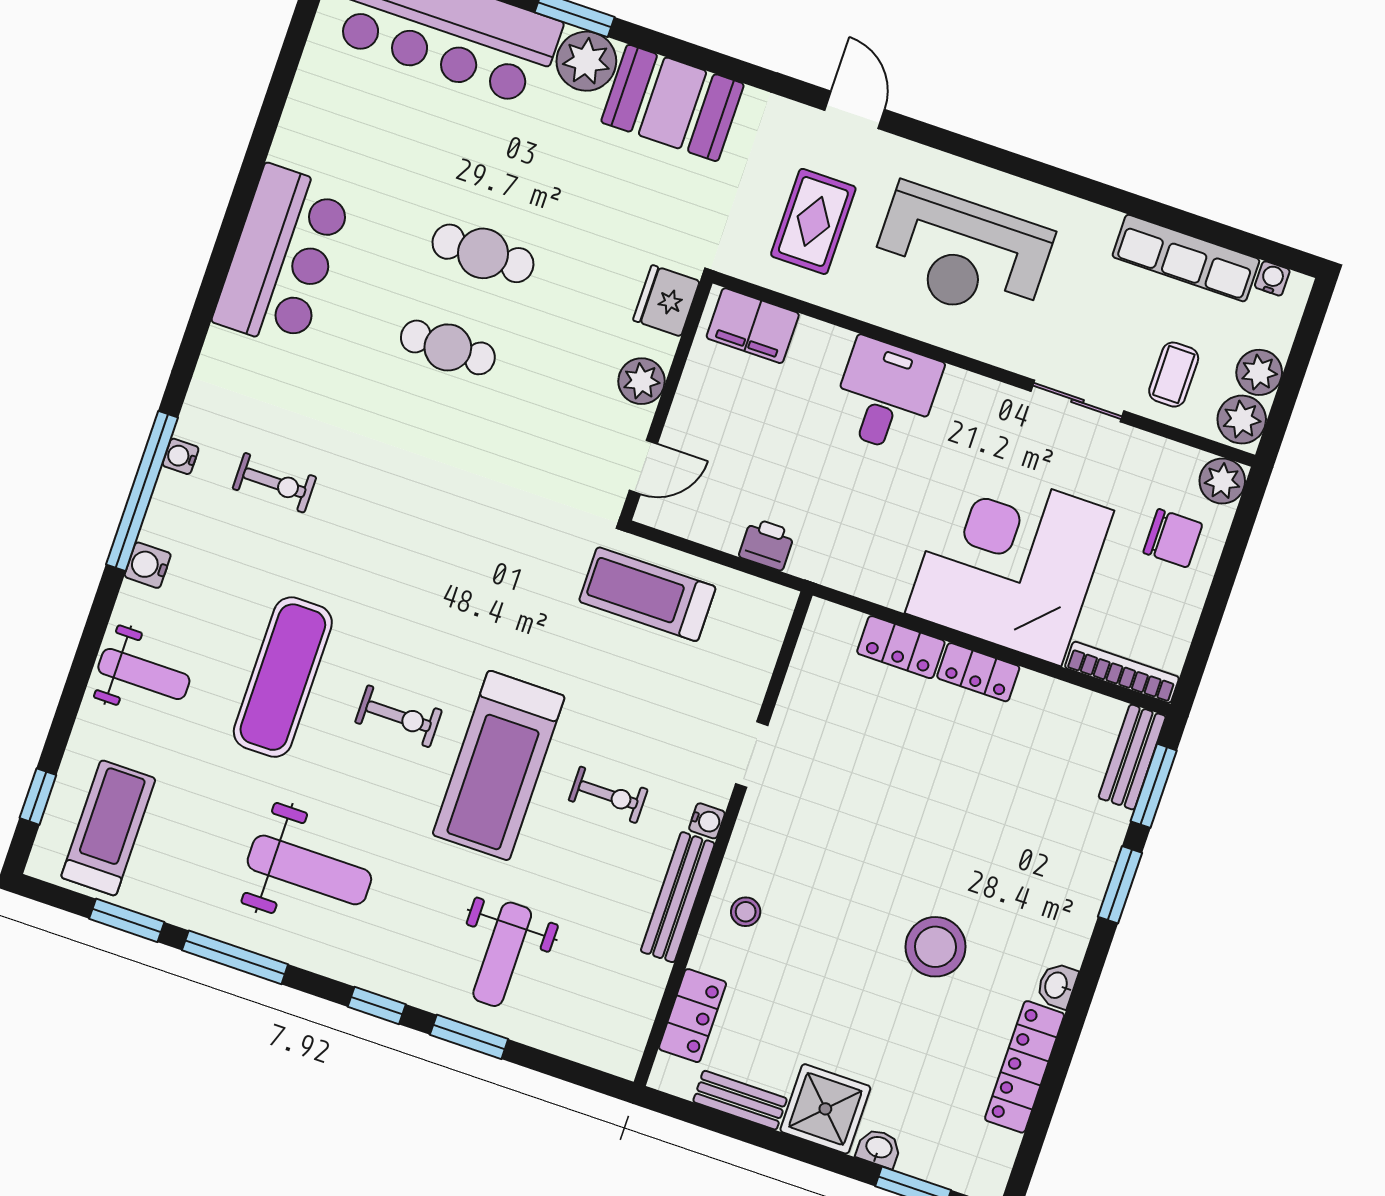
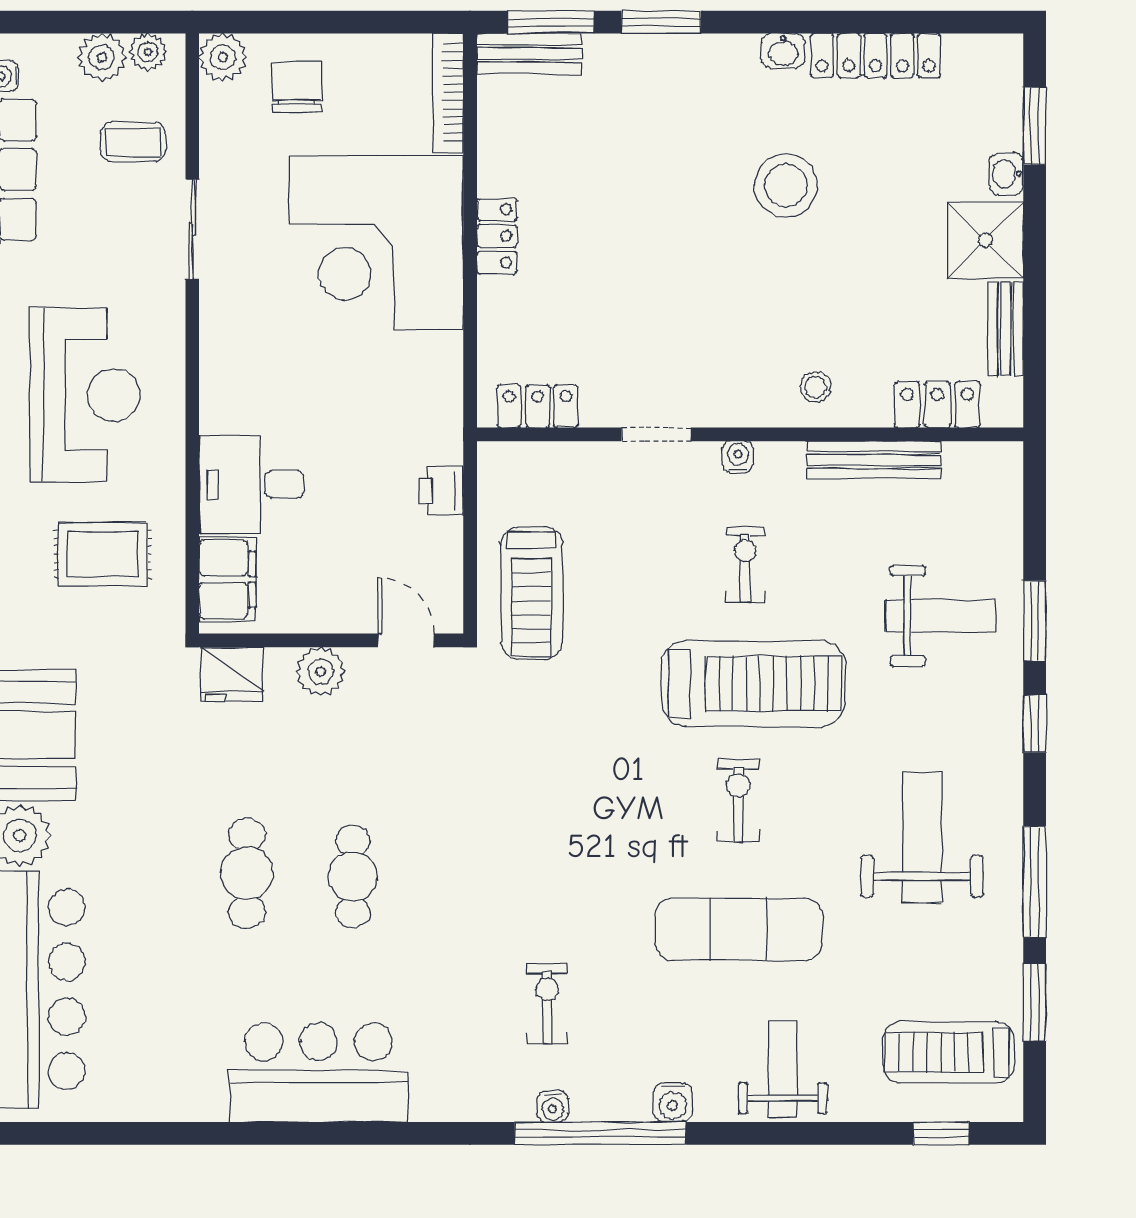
desk: (886, 395) -> (252, 484), moved
plant: (1242, 420) -> (148, 52), width x0.73, depth x0.73
locker: (901, 647) -> (537, 406), moved, turned -90
bench: (678, 897) -> (874, 460), moved

